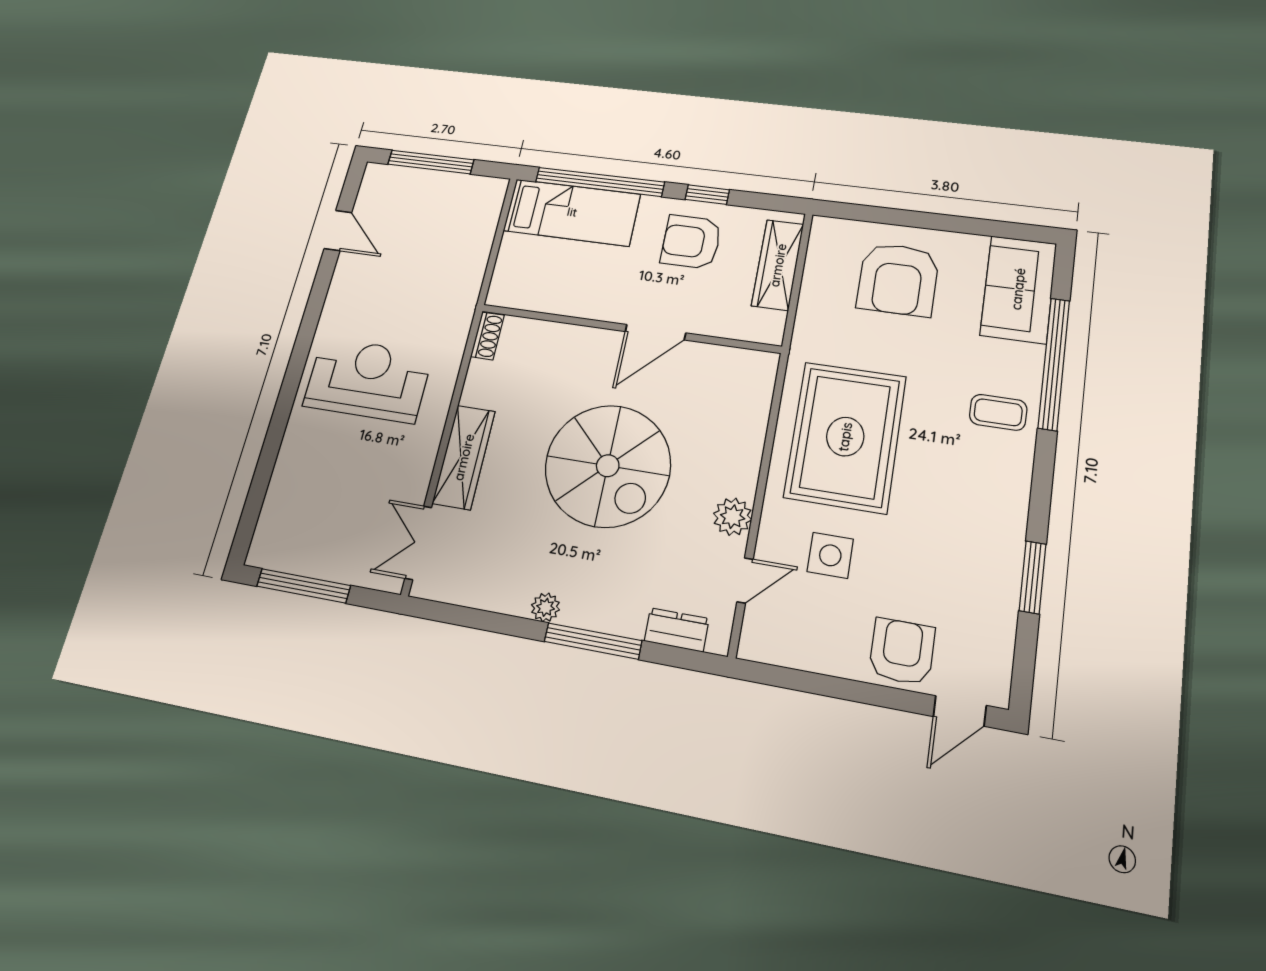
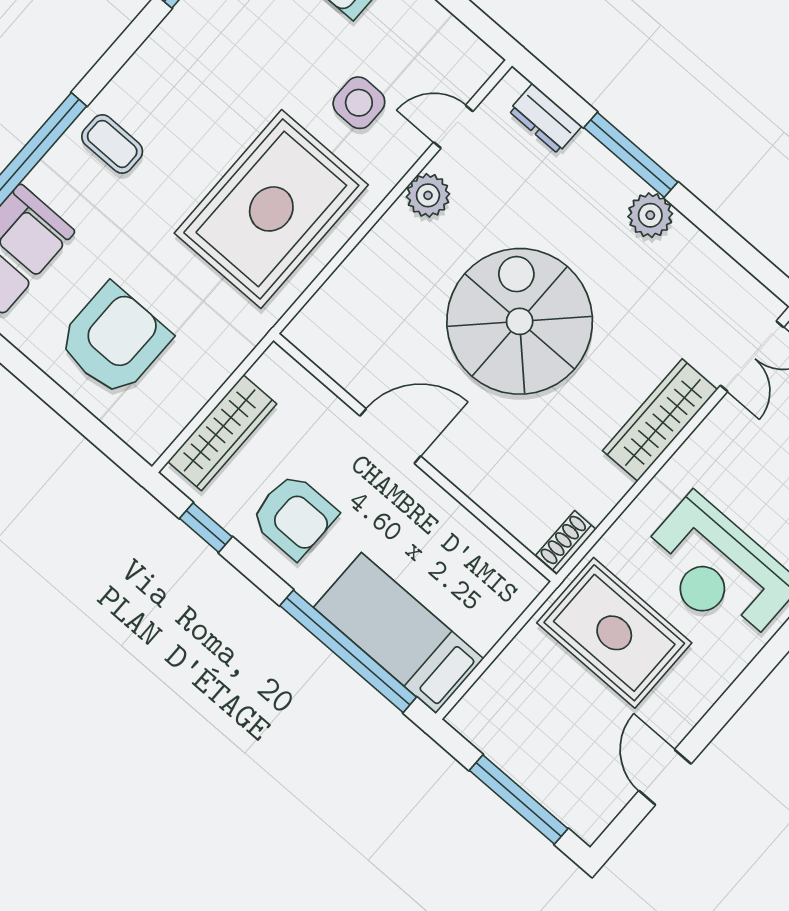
window: (707, 195) -> (206, 528), moved
rug: (421, 298) -> (614, 633), added
plant: (546, 607) -> (650, 215), width x1.38, depth x1.38

